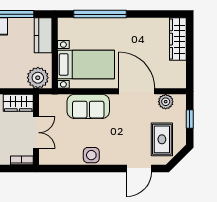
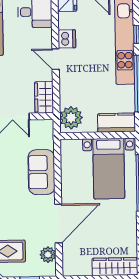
bed with nightstands: (86, 64) -> (109, 169), moved

